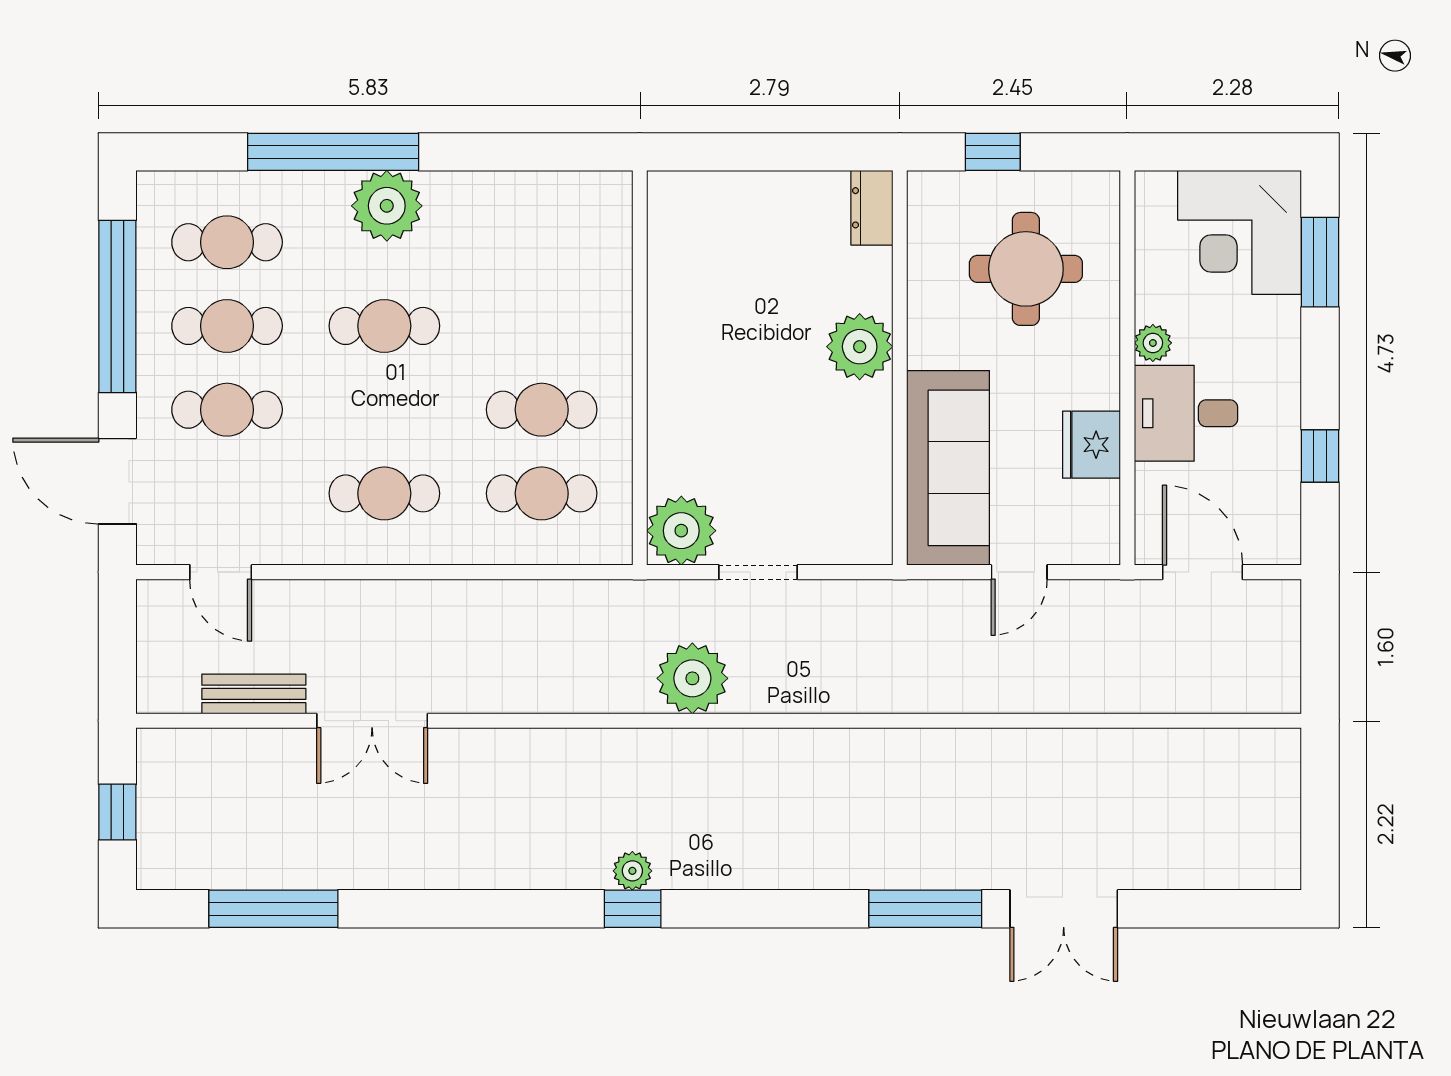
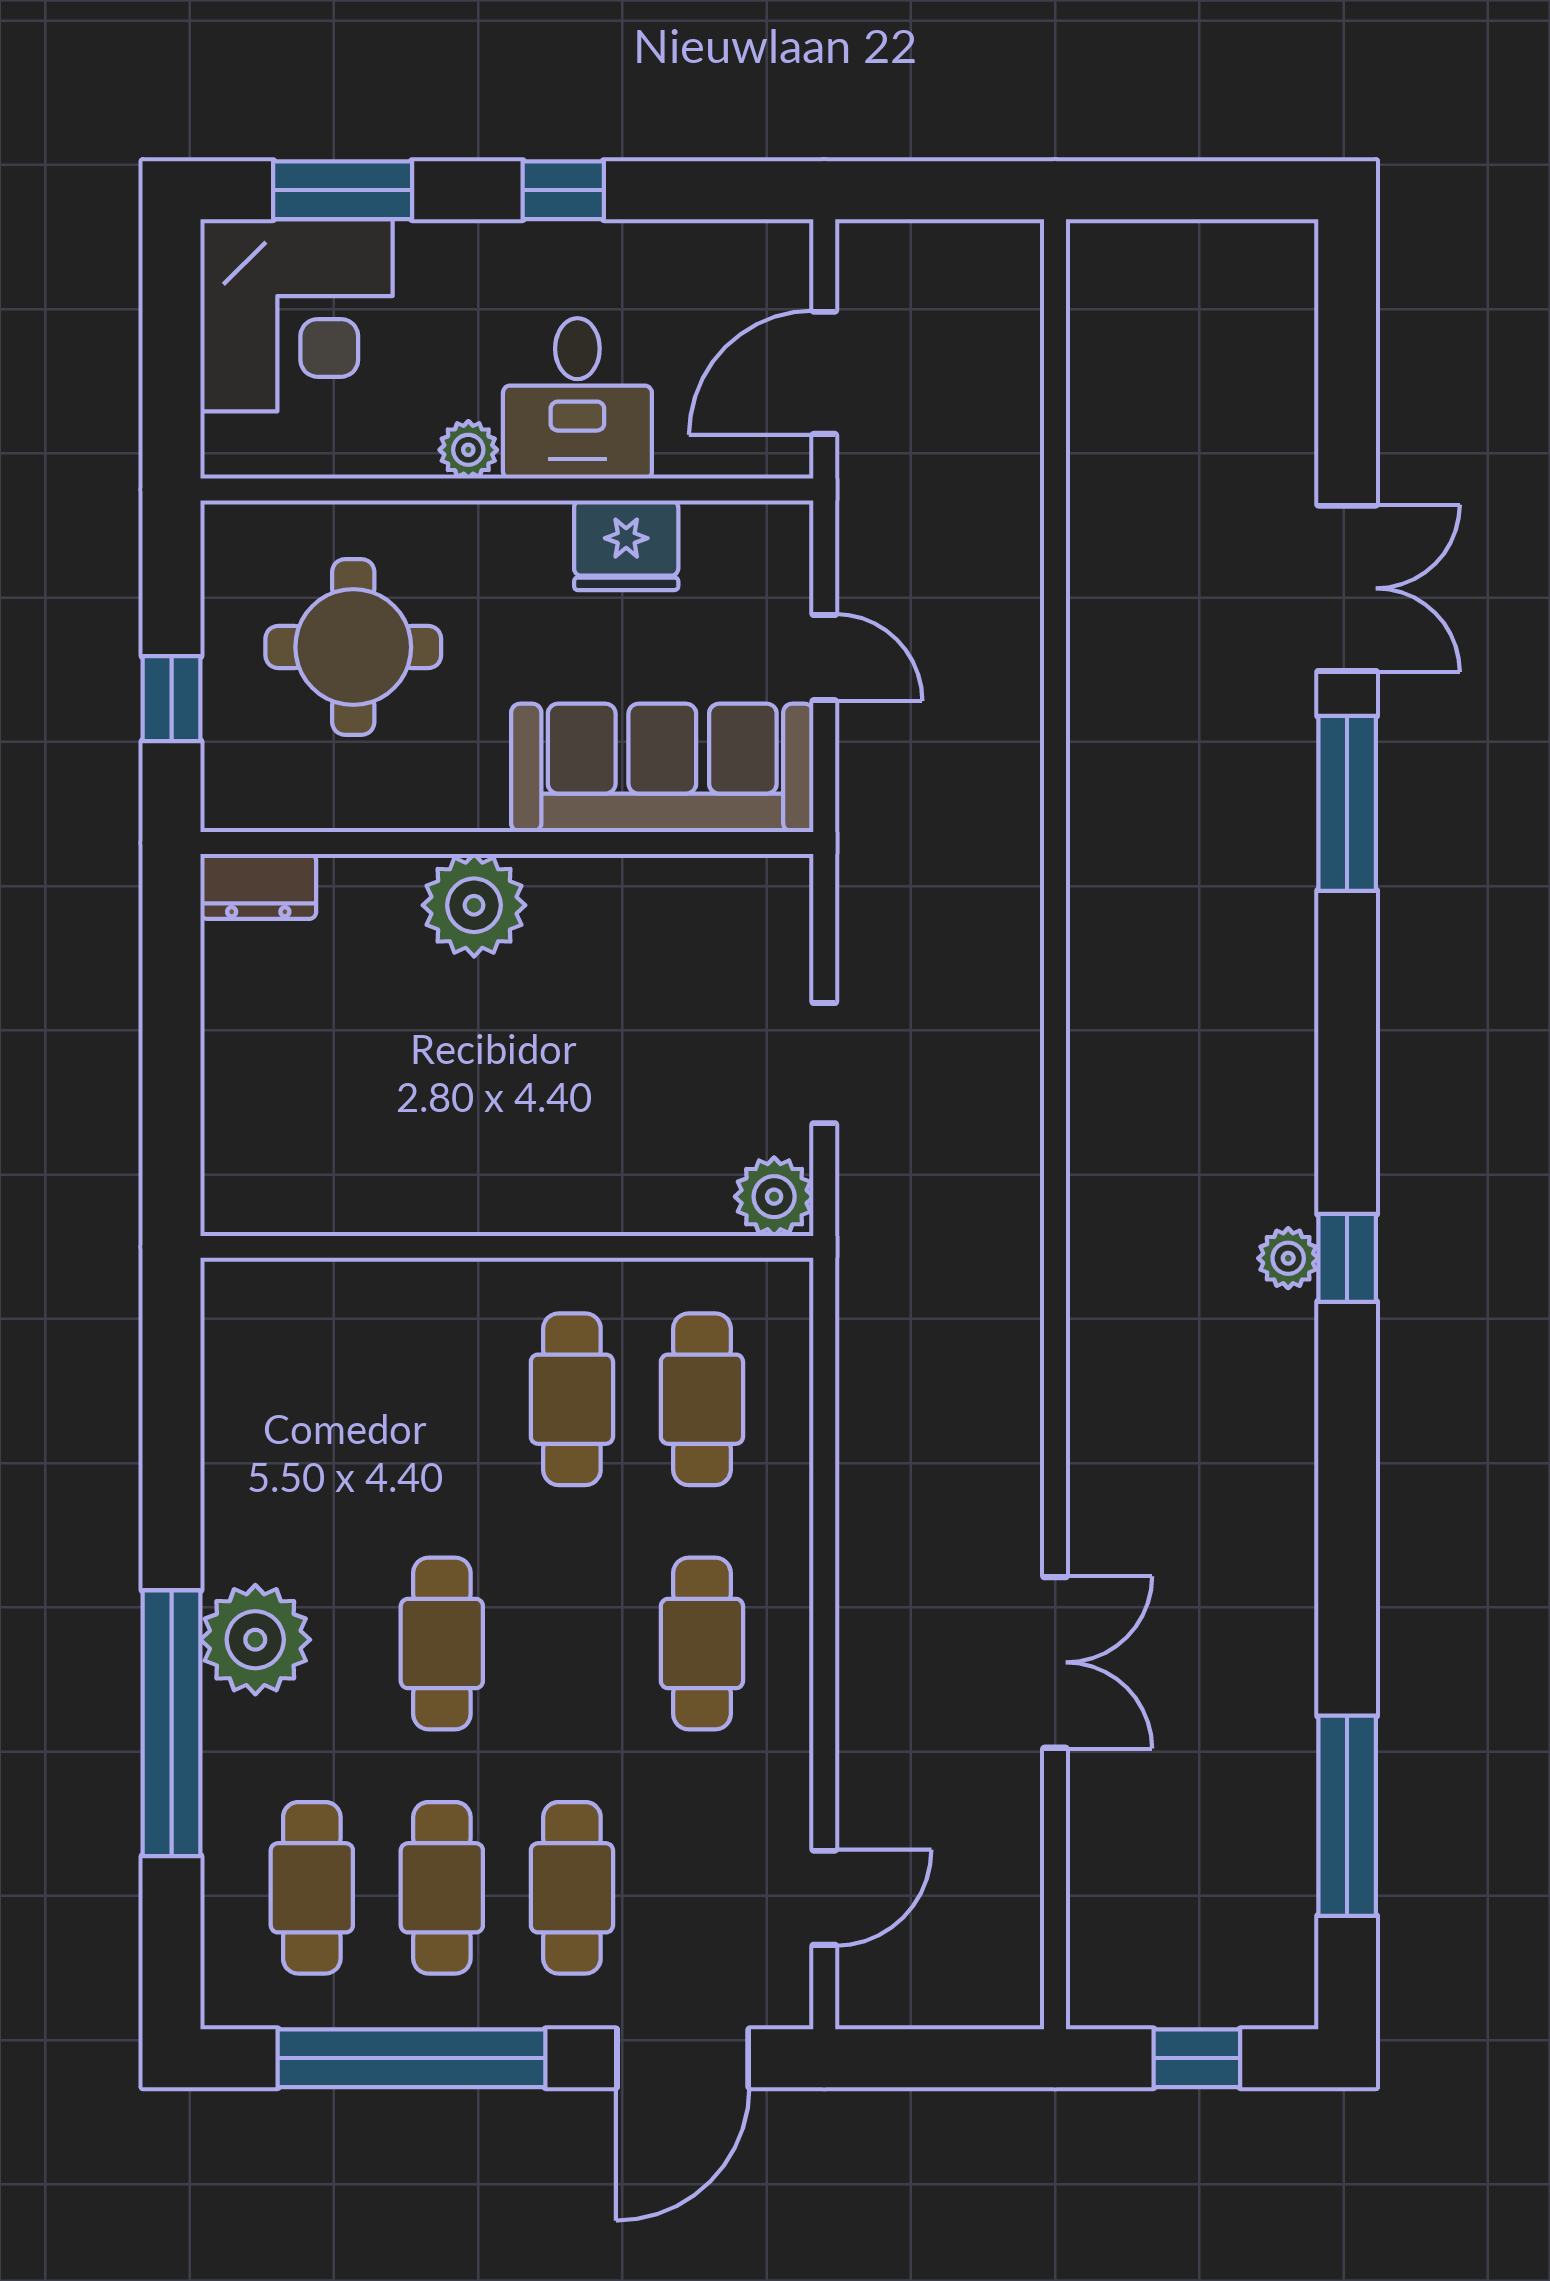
window: (1320, 456) -> (563, 190), moved
plant: (681, 531) -> (774, 1197), width x0.73, depth x0.73
plant: (692, 678) -> (989, 1165), removed
bench: (254, 694) -> (1013, 1846), removed

